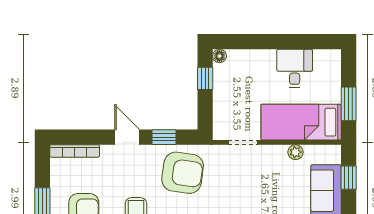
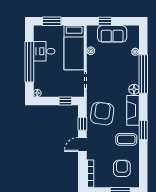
window: (276, 42) -> (29, 62), added
window: (205, 78) -> (65, 101), moved
window: (349, 104) -> (52, 21), moved

